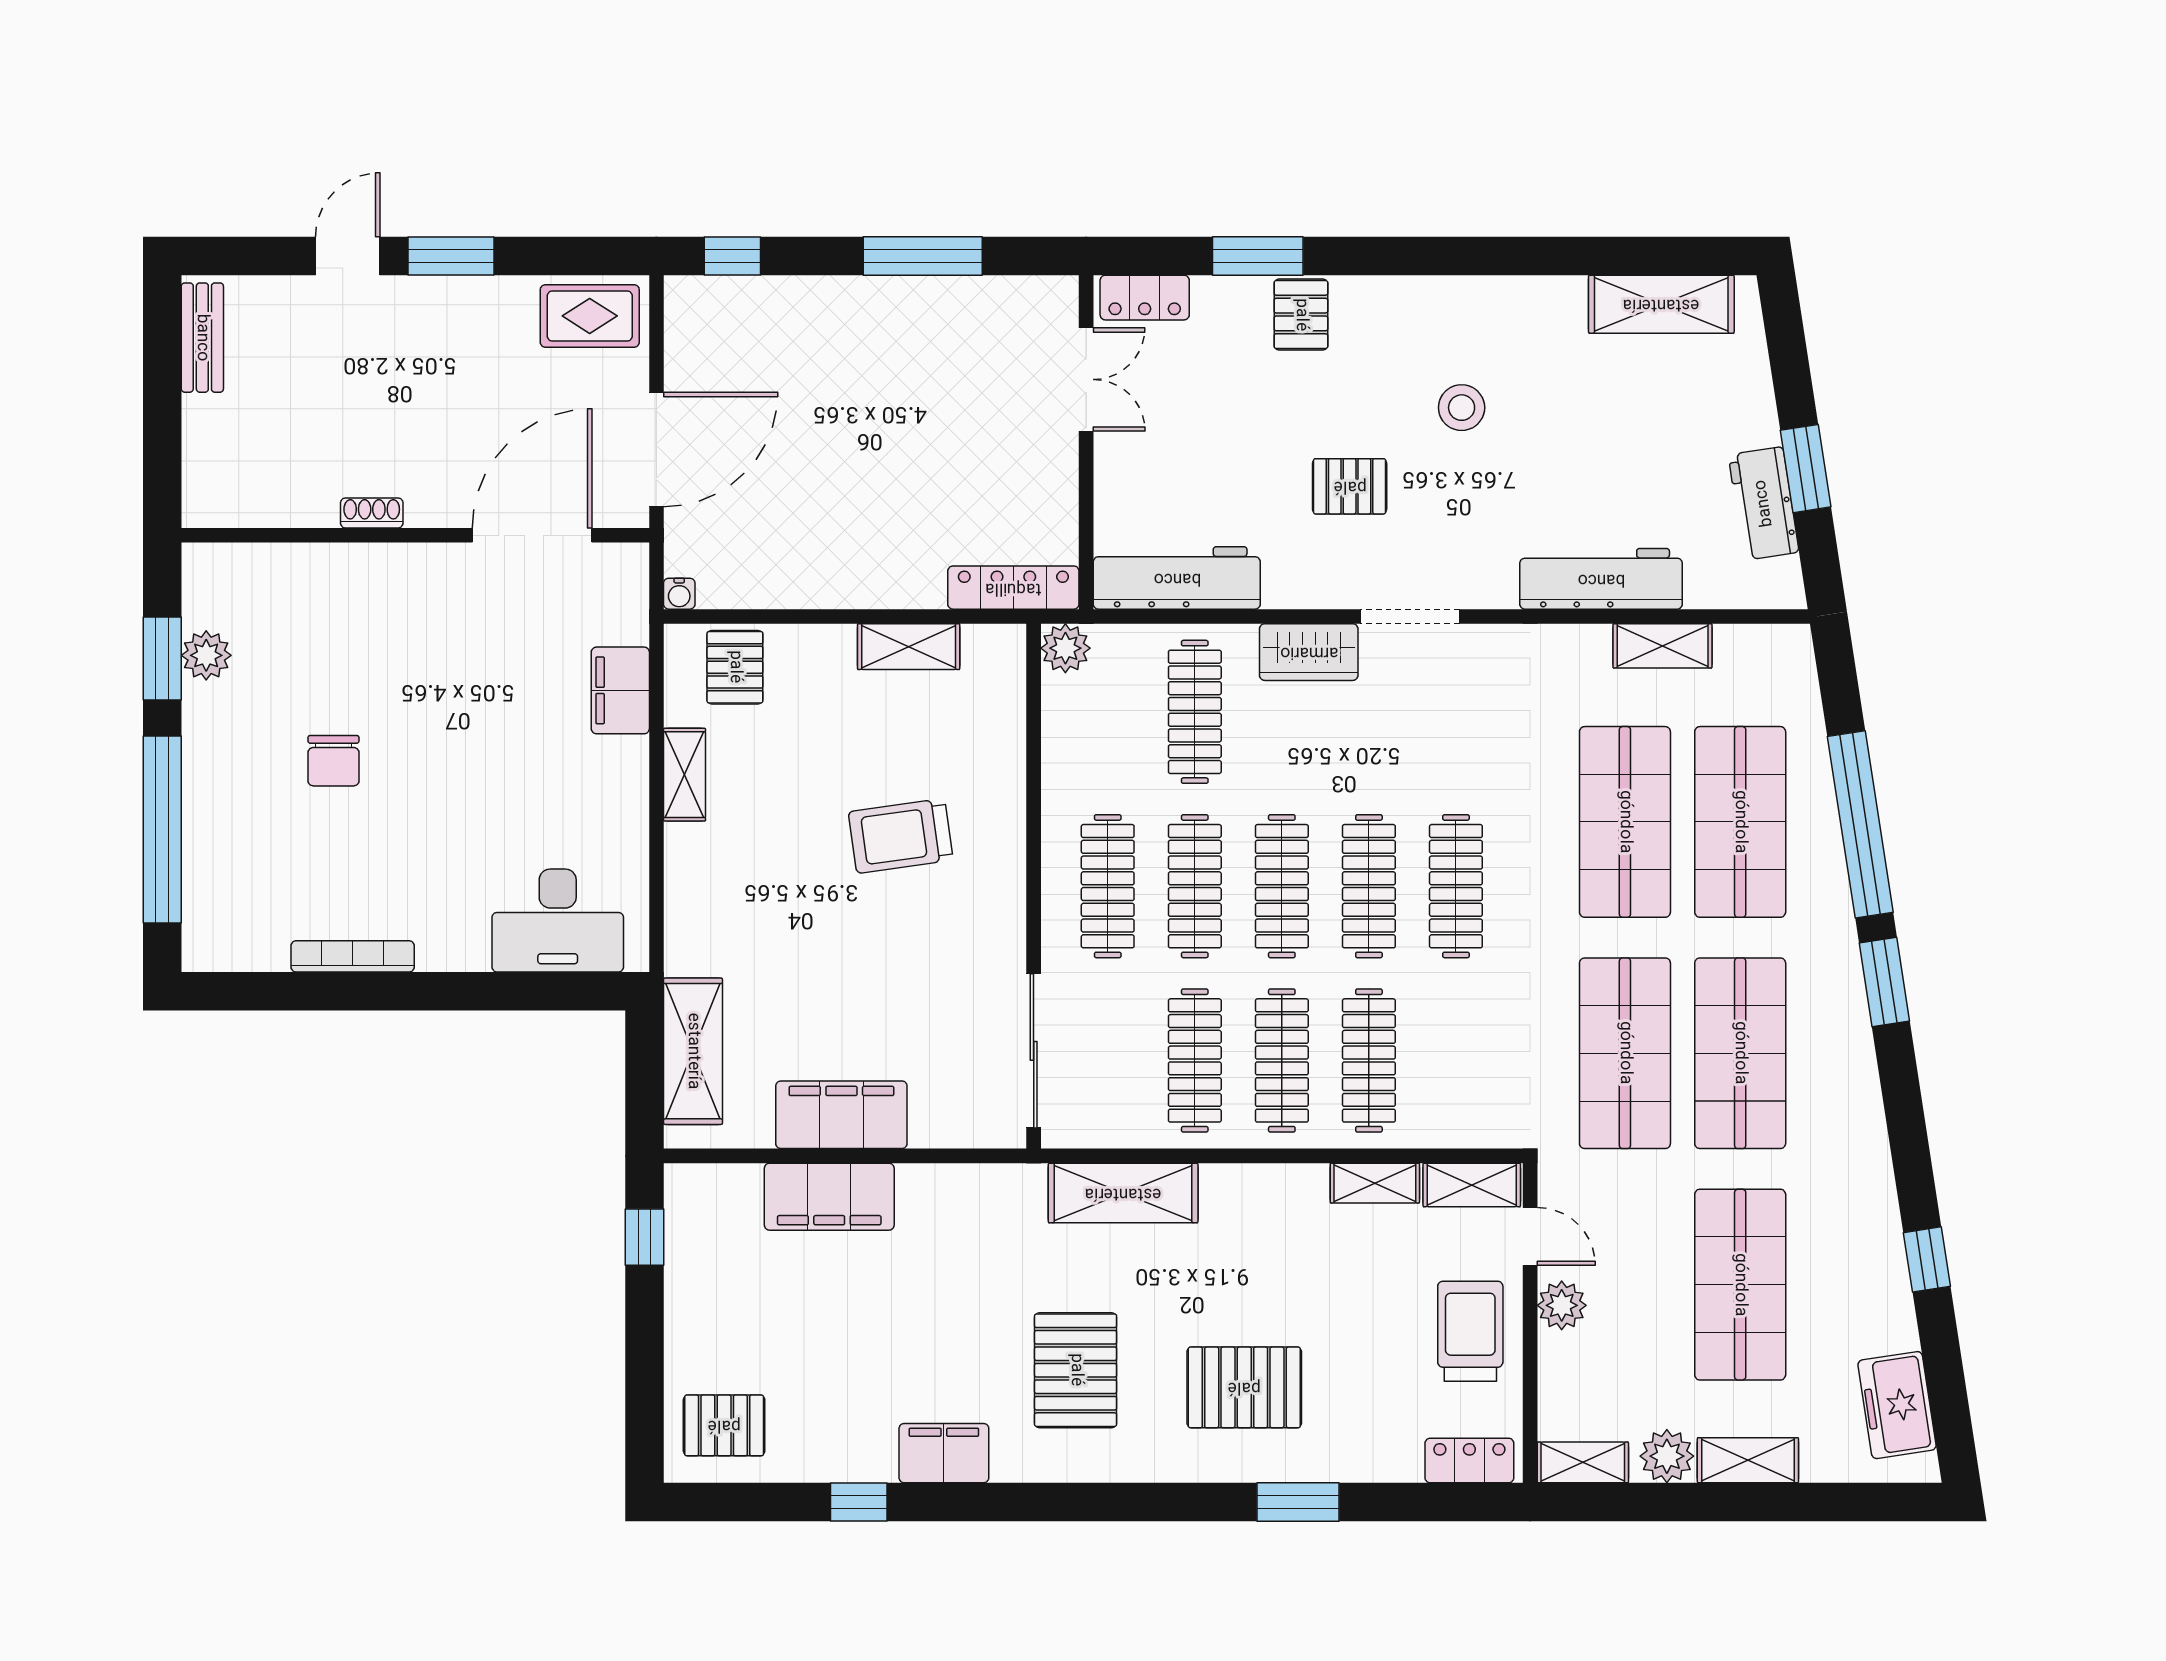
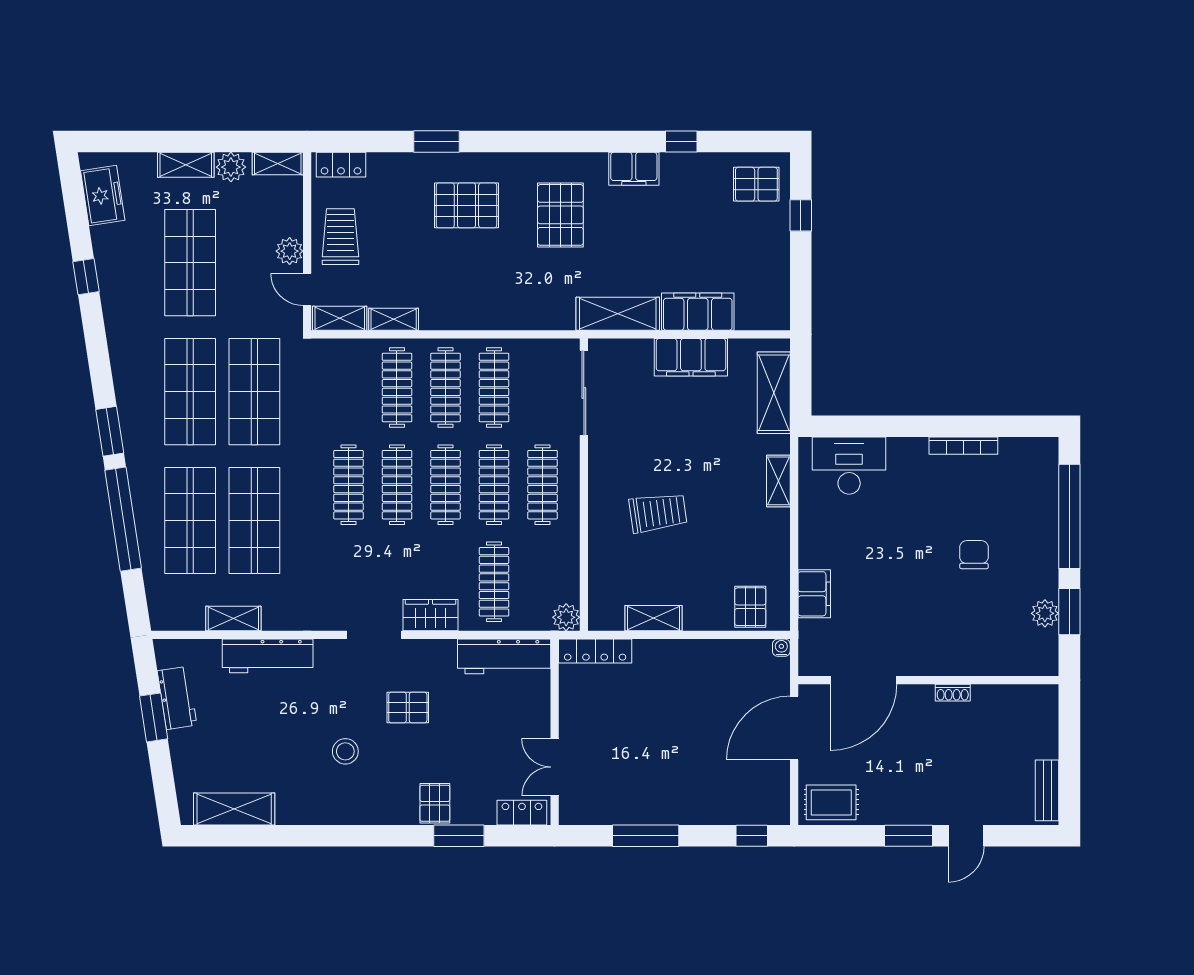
shelving: (685, 775) -> (778, 481), moved
shelving: (1123, 1193) -> (618, 314), moved
window: (645, 1237) -> (801, 215), moved
trolley: (1470, 1331) -> (340, 237), turned 180

